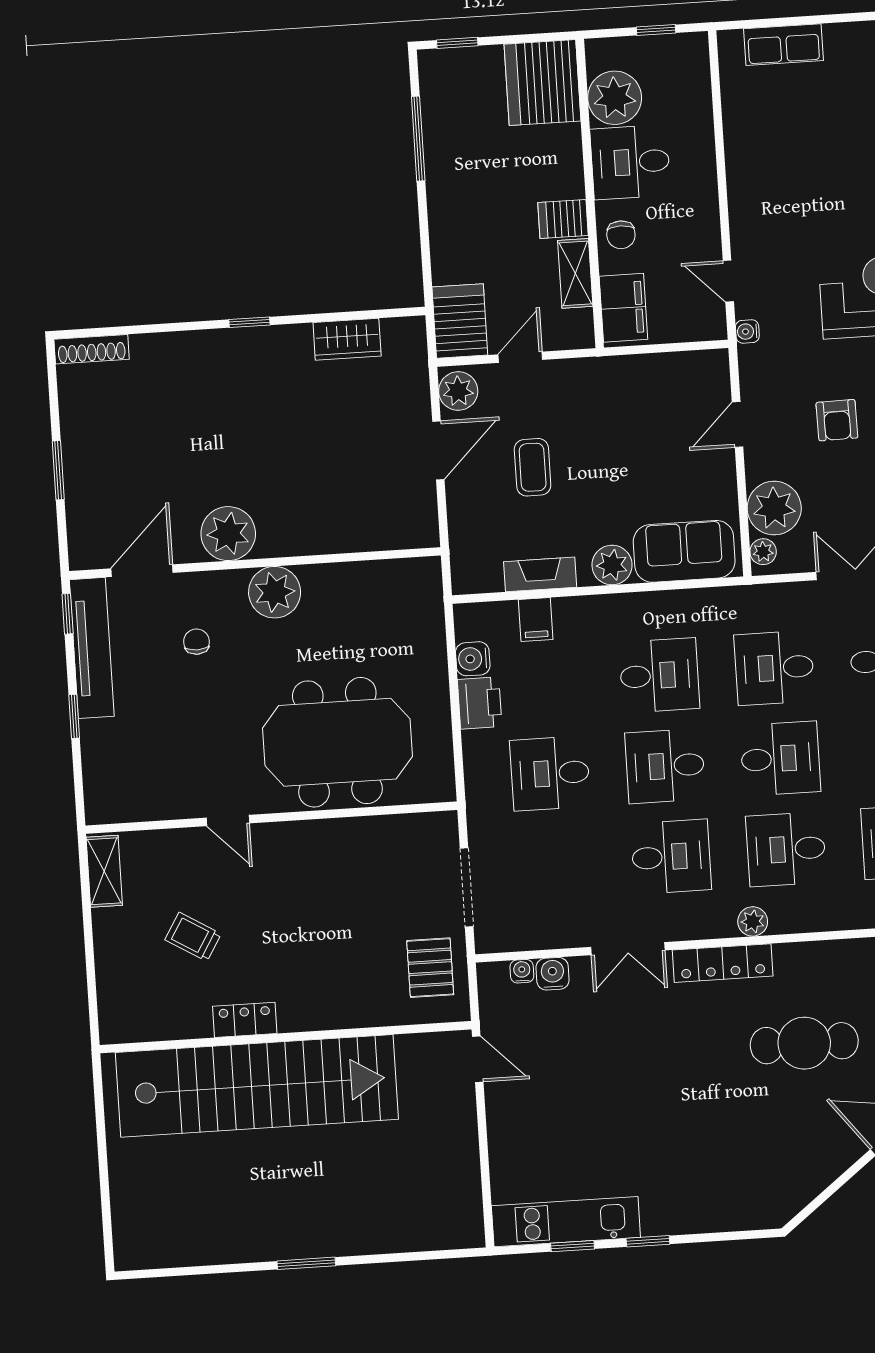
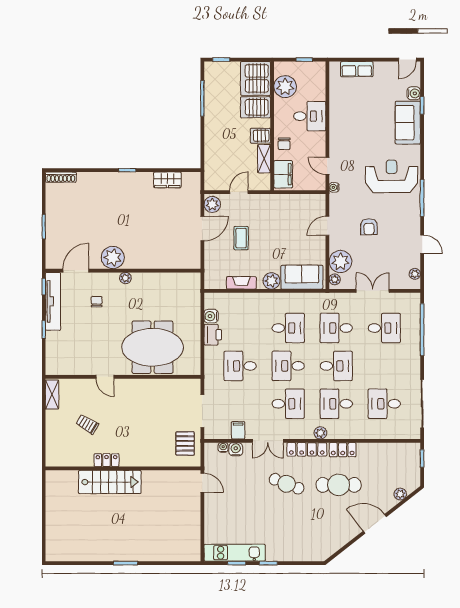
desk: (630, 162) -> (310, 116), moved, turned 180
server rack: (460, 321) -> (256, 107), moved, turned -90
plant: (275, 592) -> (125, 278), width x0.53, depth x0.53
filing cabinet: (536, 620) -> (238, 430), moved, turned 180
locker: (809, 958) -> (343, 450), added
cafe table: (680, 1049) -> (287, 484), added
stairs: (257, 1086) -> (110, 482), width x0.54, depth x0.66

